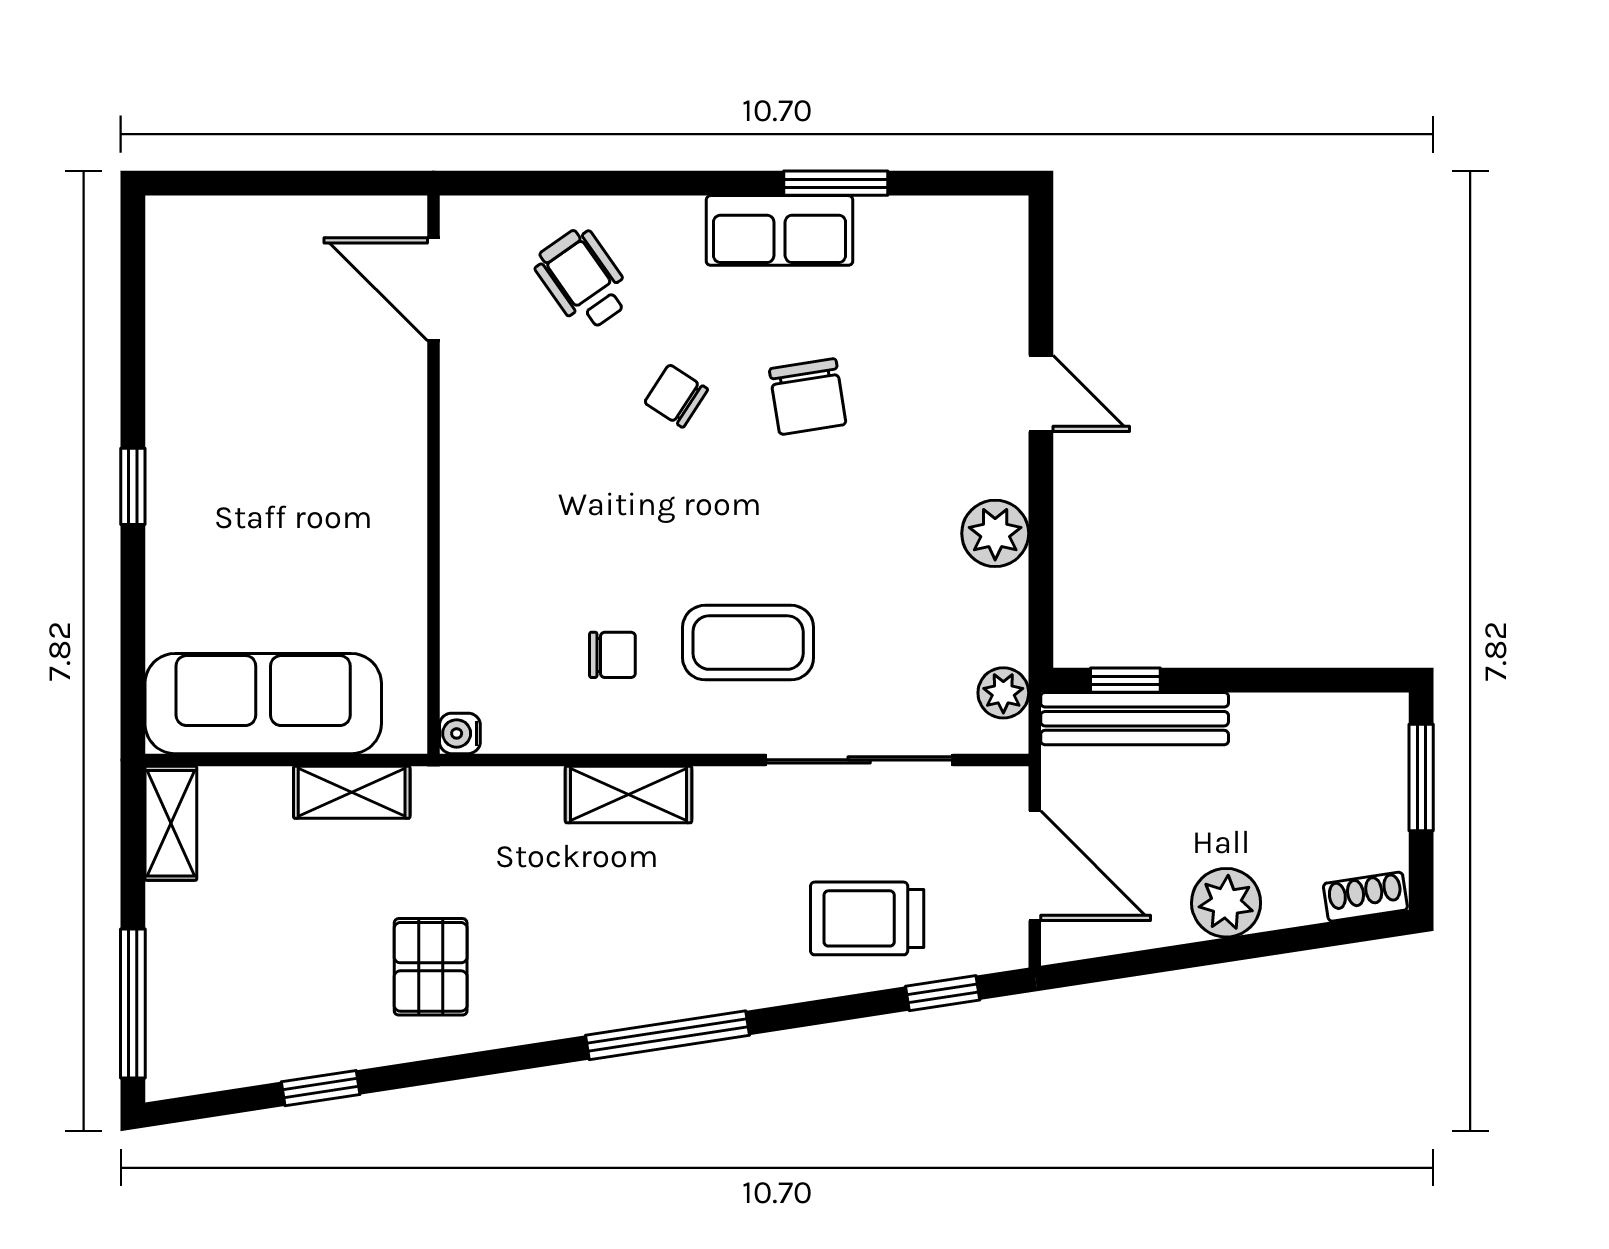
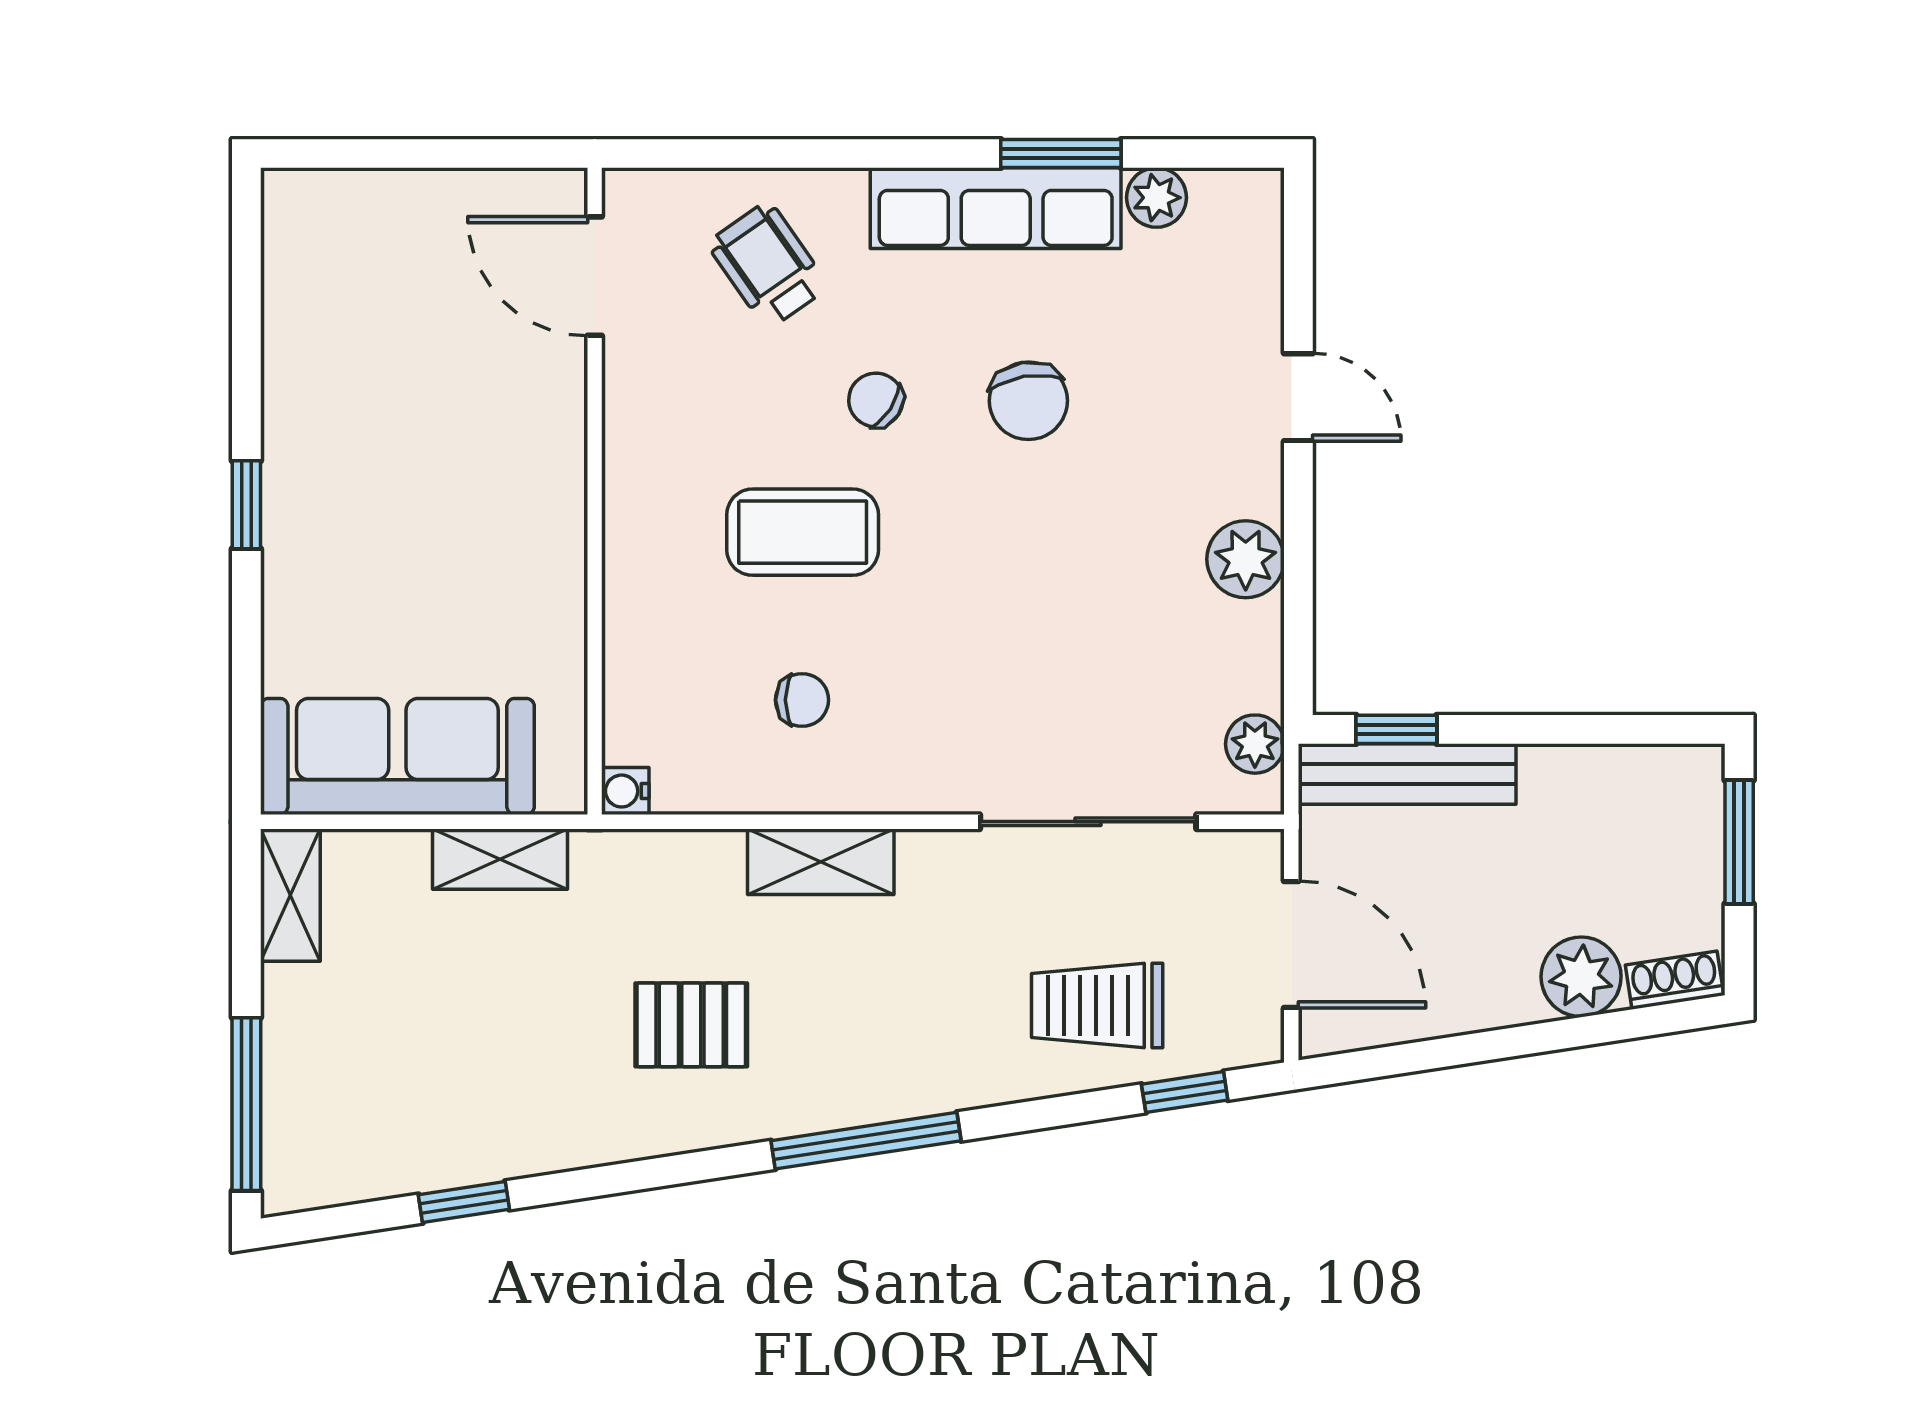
plant: (918, 221) -> (1156, 198), added
row of seats: (780, 230) -> (996, 208), width x1.48
coffee table: (748, 643) -> (803, 532), moved
plant: (1226, 903) -> (1581, 977), moved
pallet: (431, 967) -> (691, 1025), moved, turned 90

